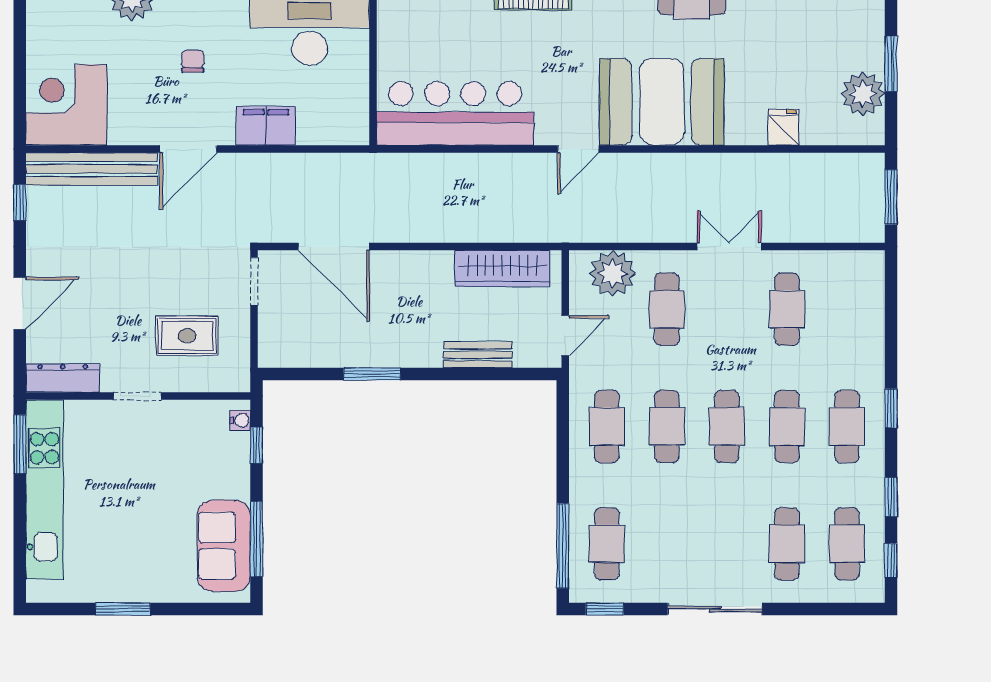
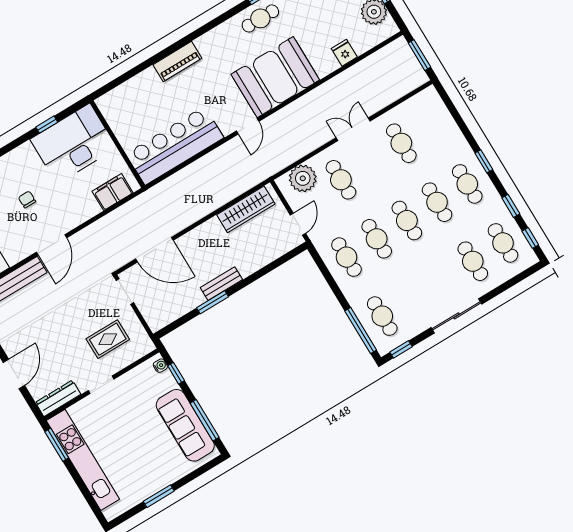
filing cabinet: (266, 126) -> (113, 192), moved
bench: (478, 355) -> (221, 284), moved
sofa: (224, 546) -> (185, 425), width x1.36

